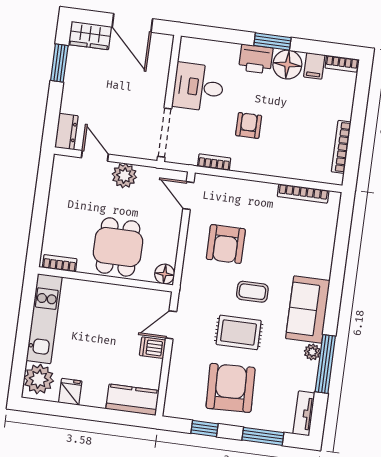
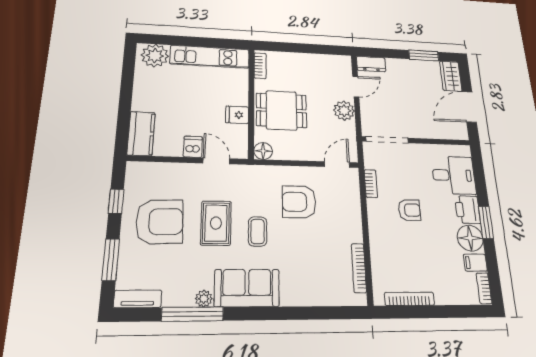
desk: (198, 87) -> (454, 175), moved, turned 90
fridge: (70, 392) -> (237, 115), moved, turned 180

